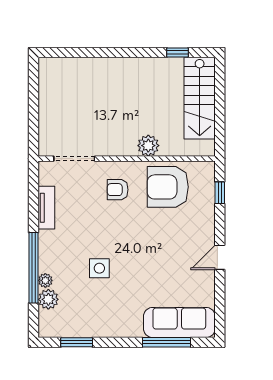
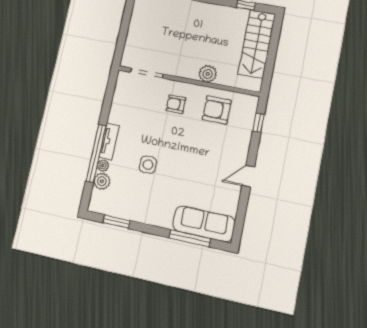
armchair: (168, 187) -> (217, 110), width x0.73, depth x0.73
tv unit: (46, 208) -> (109, 142), moved

